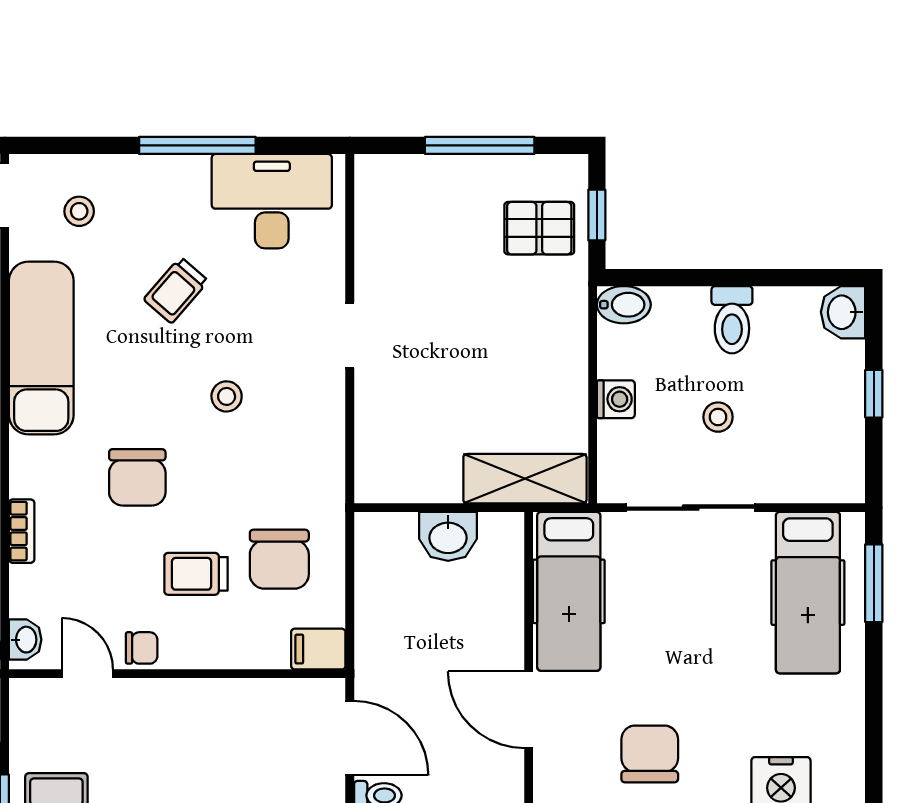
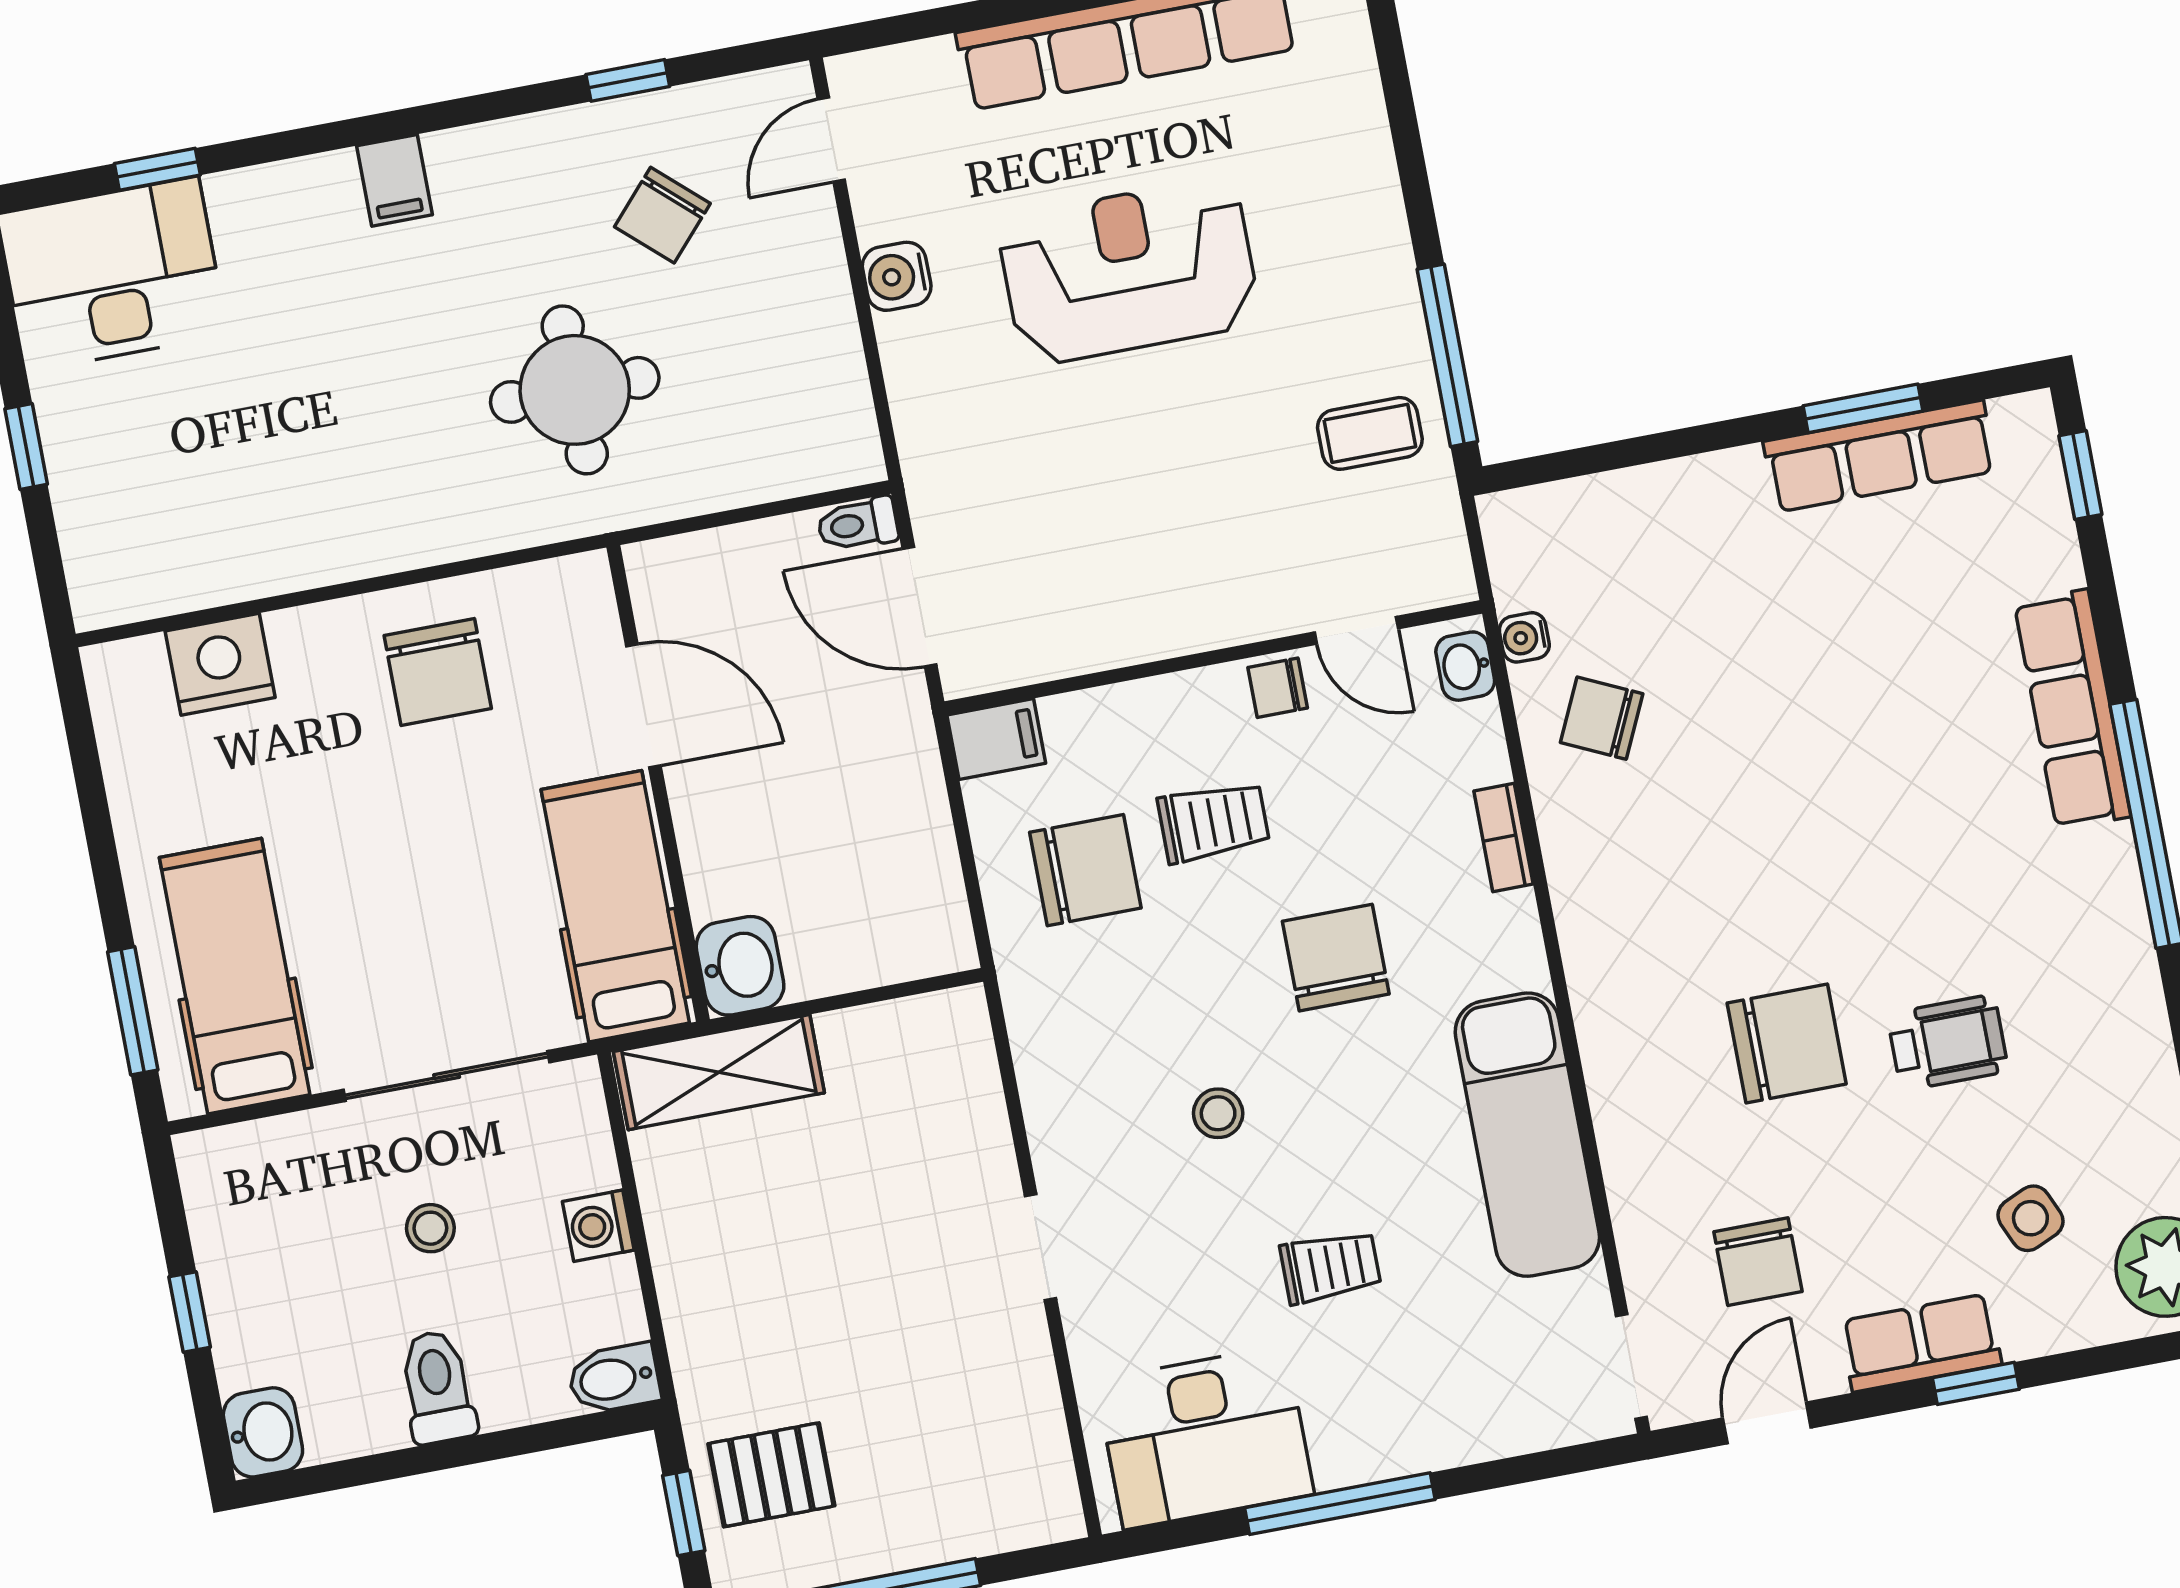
stool: (79, 211) -> (1508, 1363), removed
trolley: (176, 290) -> (1330, 1267), turned 49
washbasin: (448, 536) -> (740, 966), moved, turned 90
chair: (279, 559) -> (1085, 870), turned 90

